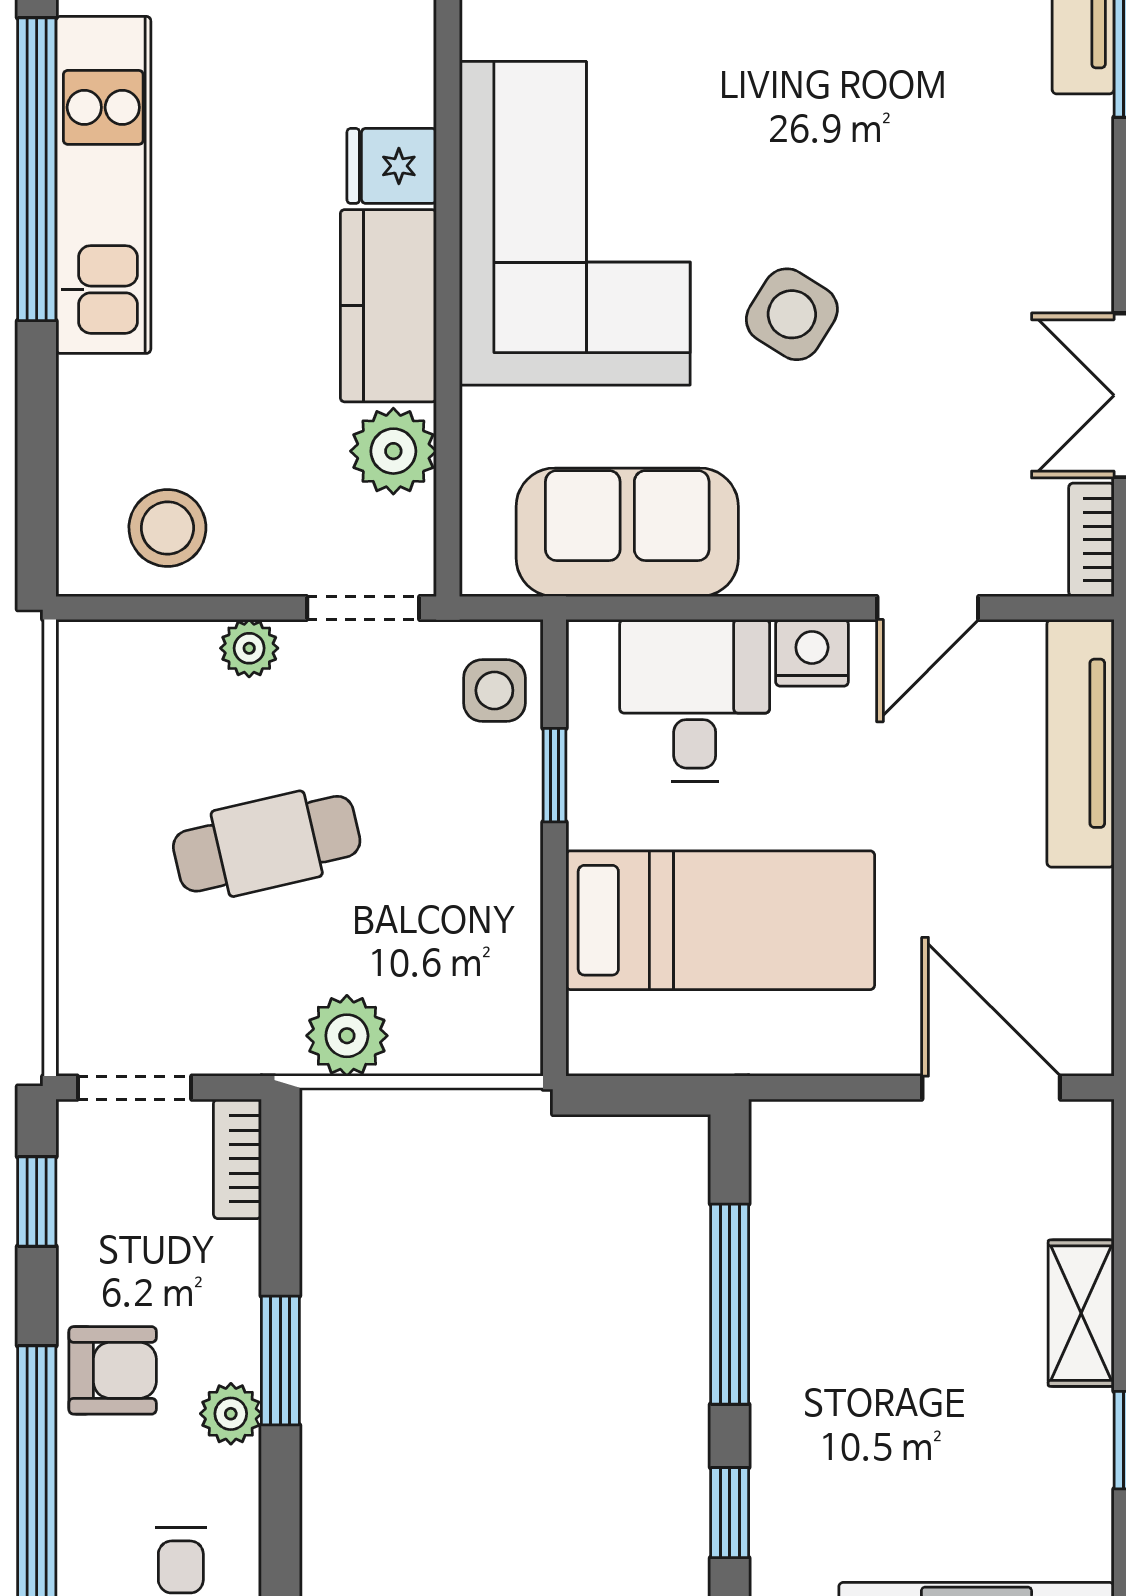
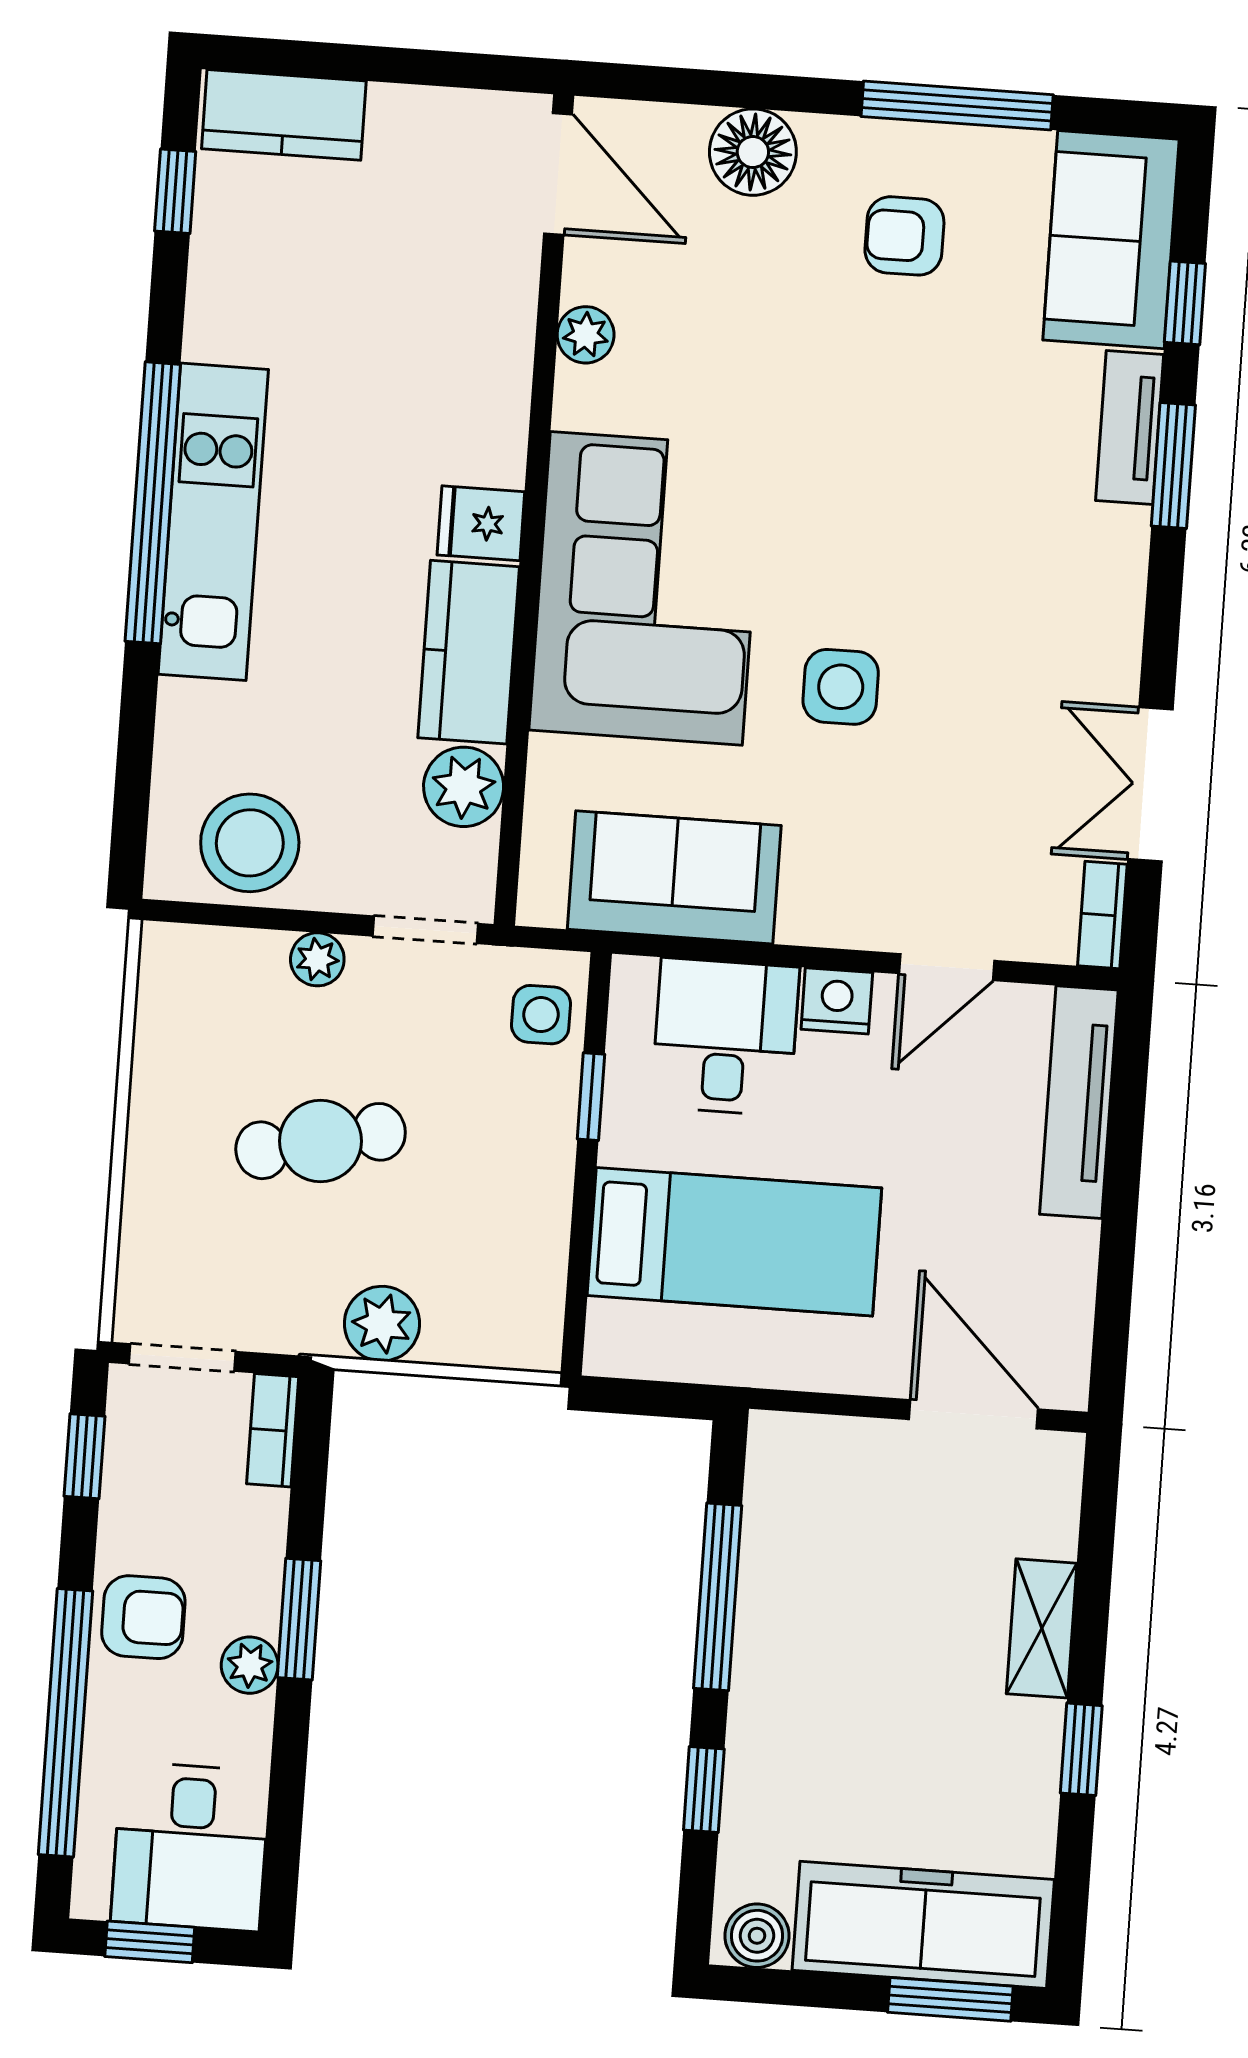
side table: (792, 314) -> (841, 687), turned -32
stool: (167, 528) -> (250, 843), width x1.38, depth x1.38

